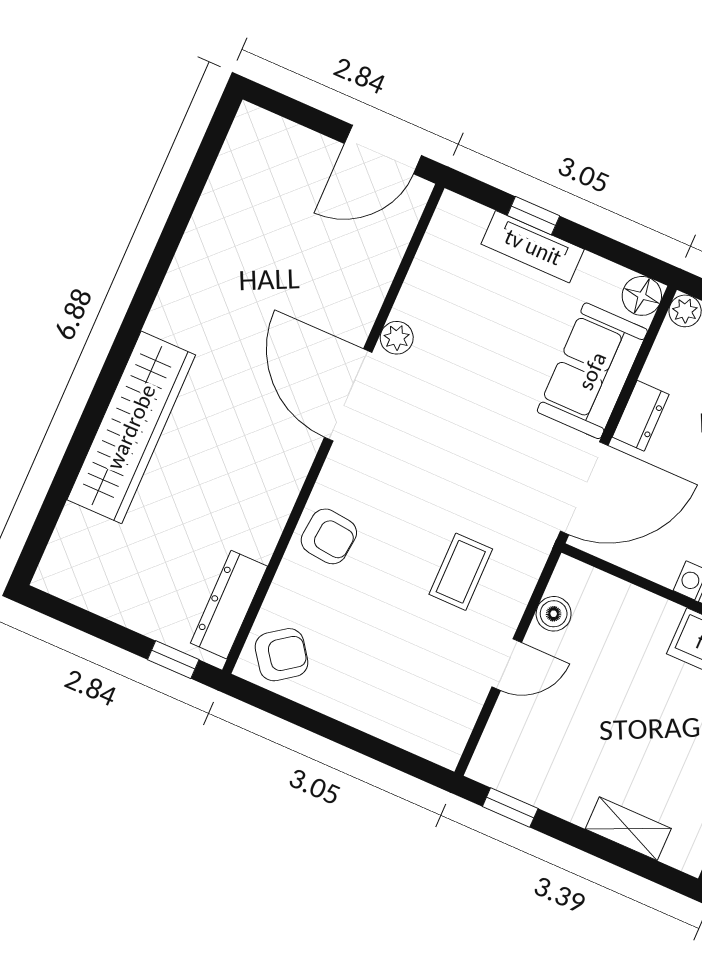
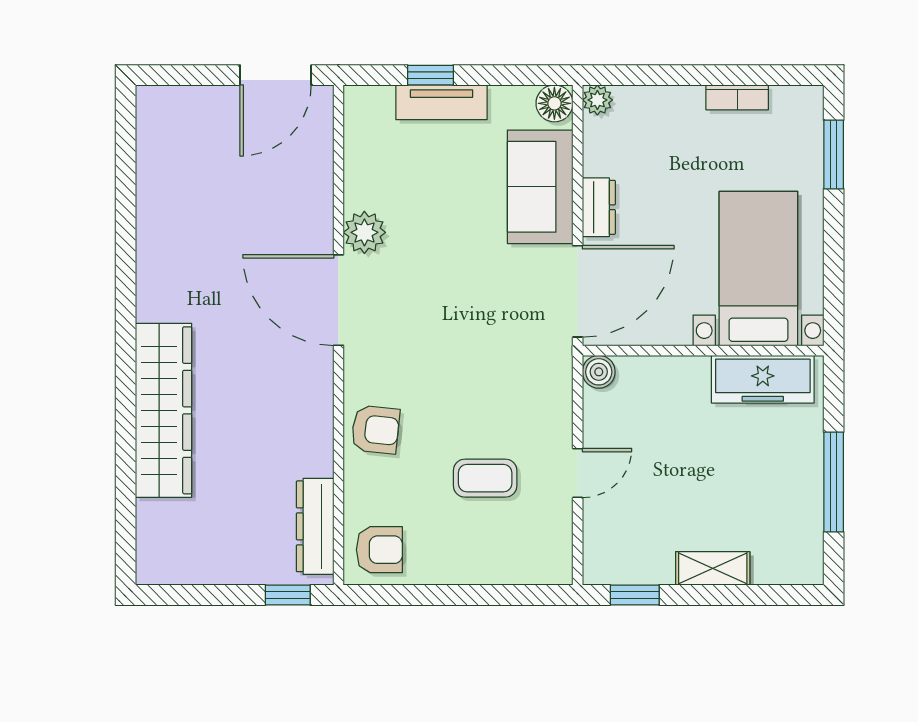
plant: (397, 338) -> (364, 232), width x1.38, depth x1.38
coffee table: (461, 572) -> (485, 478), moved, turned 90
boiler: (554, 614) -> (599, 372), moved
armchair: (282, 655) -> (379, 550), turned 36
shelving: (628, 829) -> (713, 568), moved

